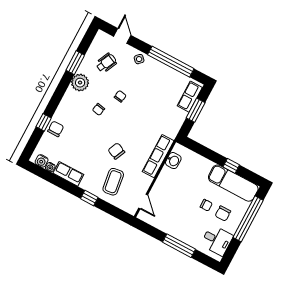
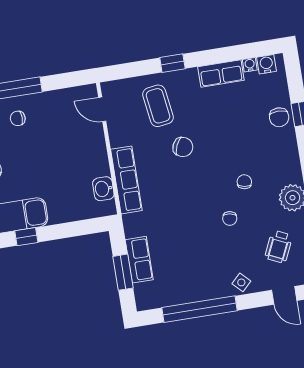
row of seats: (190, 97) -> (139, 260), moved
chair: (206, 205) -> (18, 118), moved

